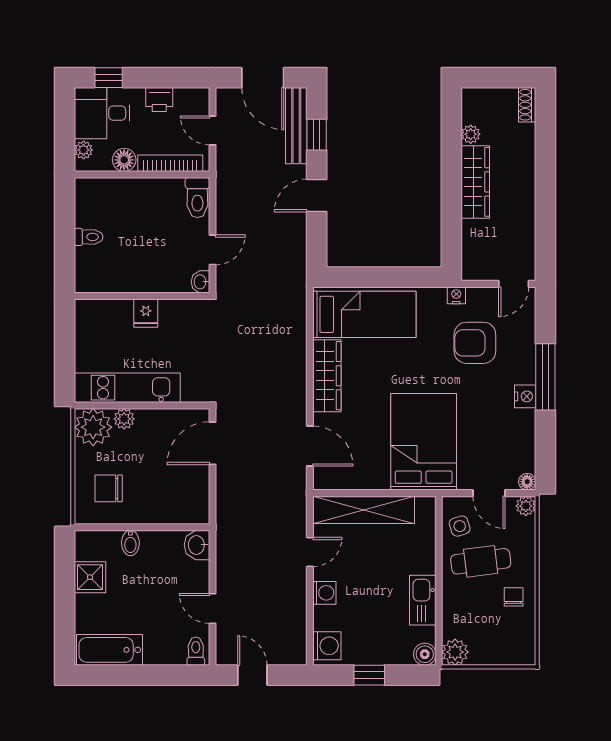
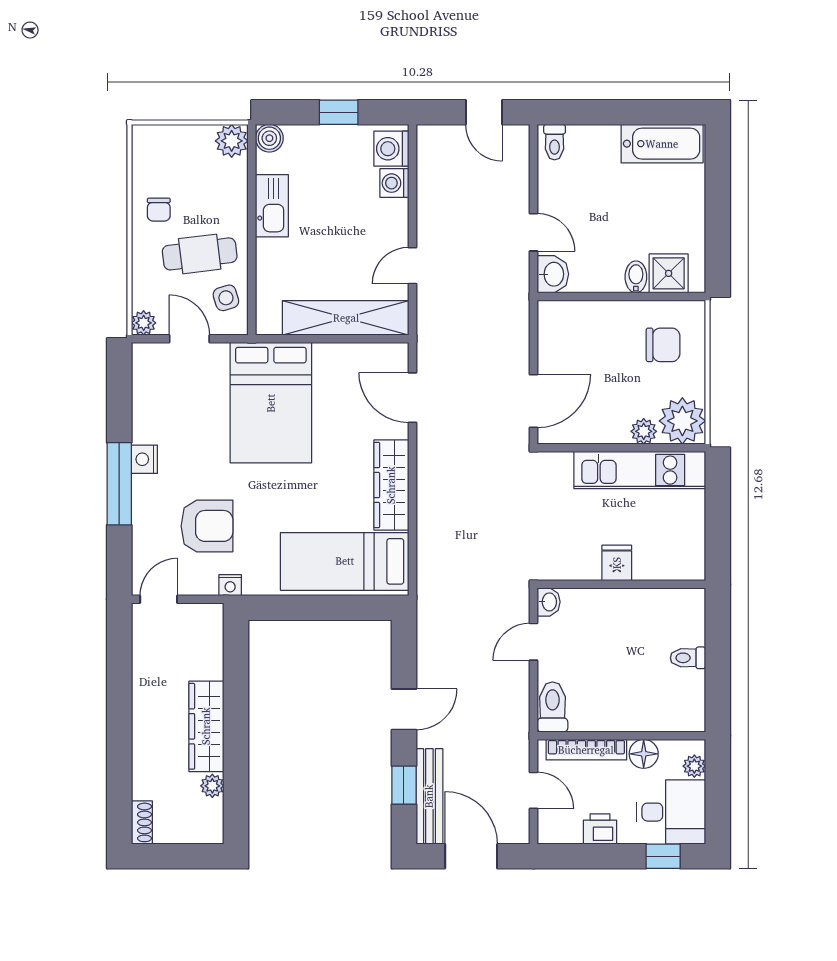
floor lamp: (527, 482) -> (142, 353), removed
shower: (90, 577) -> (669, 273), moved
washing machine: (324, 593) -> (394, 183), moved
door: (213, 608) -> (534, 232), moved

